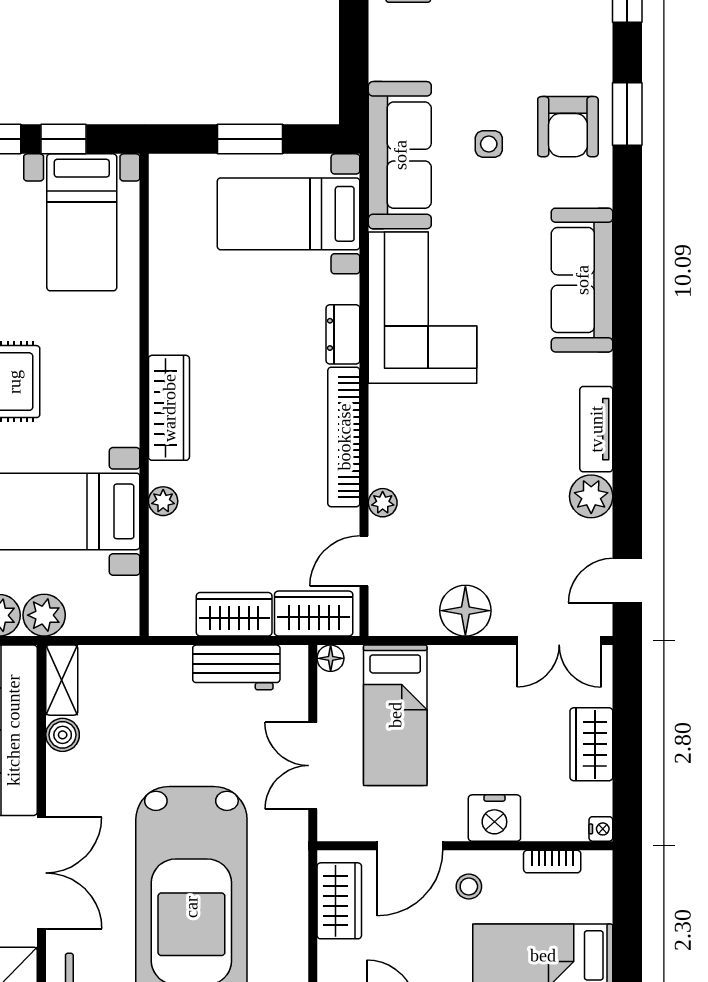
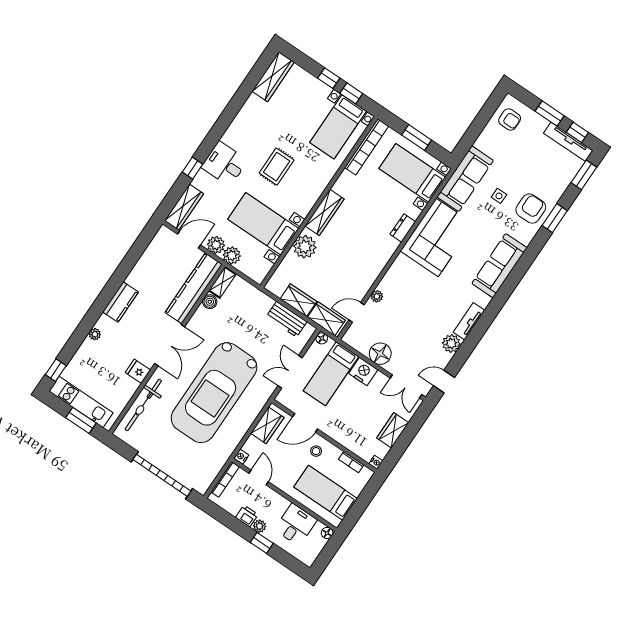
armchair: (568, 127) -> (531, 209), turned 180
bookcase: (344, 437) -> (367, 147), moved, turned 180
plant: (163, 501) -> (305, 247), width x1.88, depth x1.88
nightstand: (494, 818) -> (363, 372), moved, turned 180

